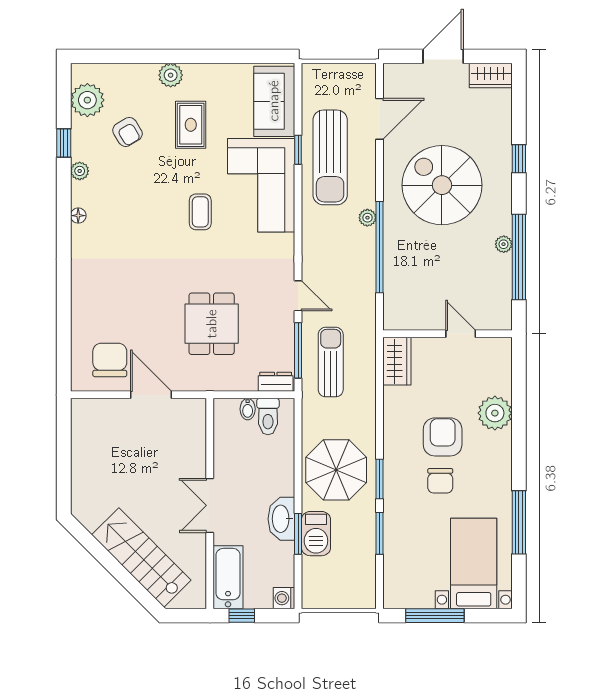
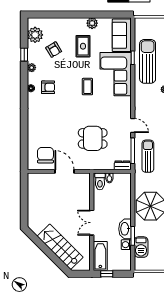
plant: (171, 75) -> (92, 23), moved
sun lounger: (330, 157) -> (148, 61), turned 180
armchair: (115, 213) -> (48, 87), added
dining table: (212, 324) -> (93, 138), turned 90
toilet: (268, 417) -> (100, 181), moved
barbecue: (316, 534) -> (141, 247), moved
washing machine: (284, 598) -> (126, 245), moved

